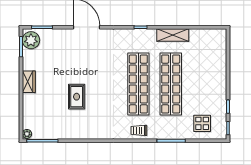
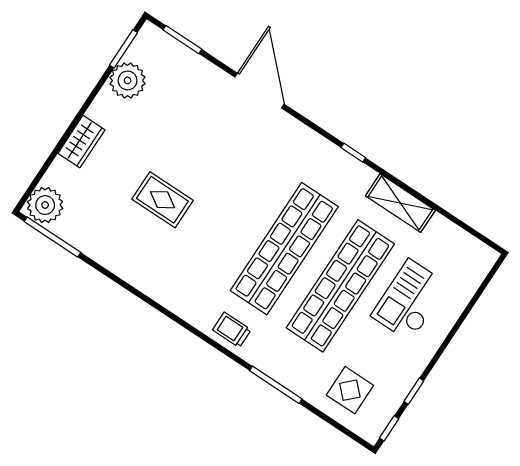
plant: (31, 40) -> (128, 80), moved
checkout: (202, 71) -> (410, 300), added
wardrobe: (29, 82) -> (81, 142), moved
rug: (77, 97) -> (162, 200), turned 90
plant: (27, 134) -> (45, 205), width x1.88, depth x1.88

